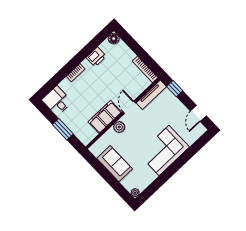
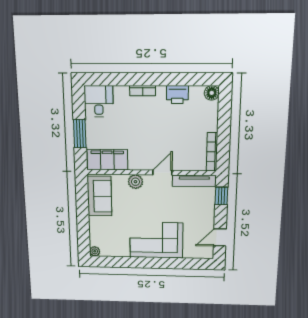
filing cabinet: (105, 117) -> (107, 160), moved
sofa: (115, 164) -> (99, 196), moved

